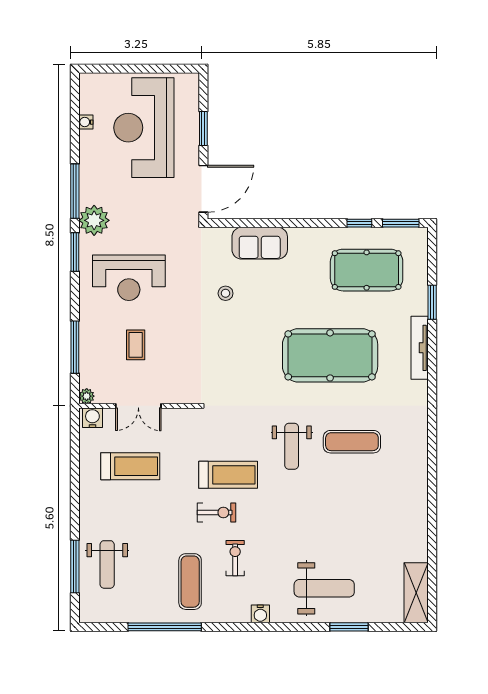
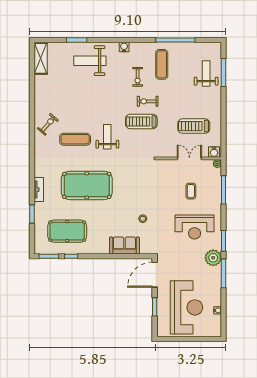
reception desk: (129, 278) -> (195, 227), turned 180
tv unit: (420, 348) -> (39, 190), width x0.71
exercise bike: (403, 469) -> (48, 124), added

